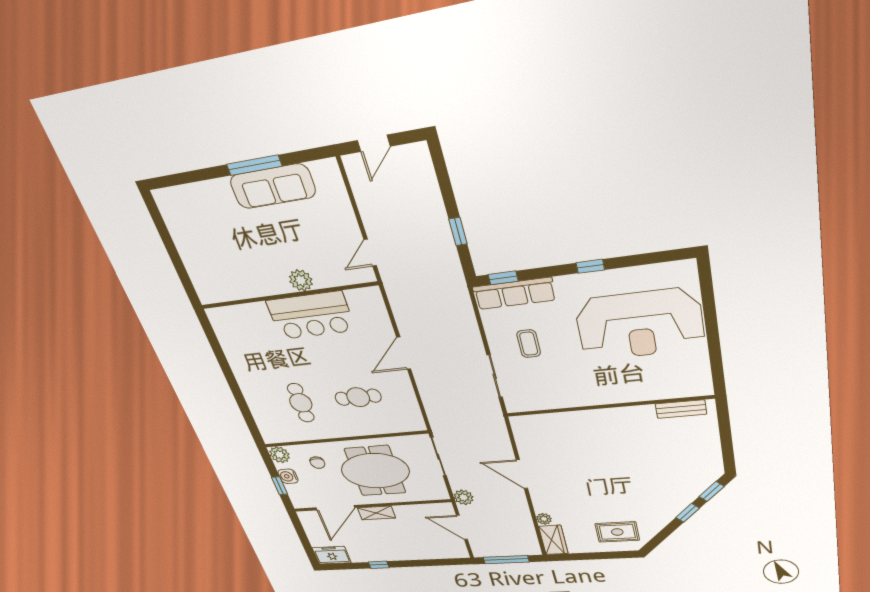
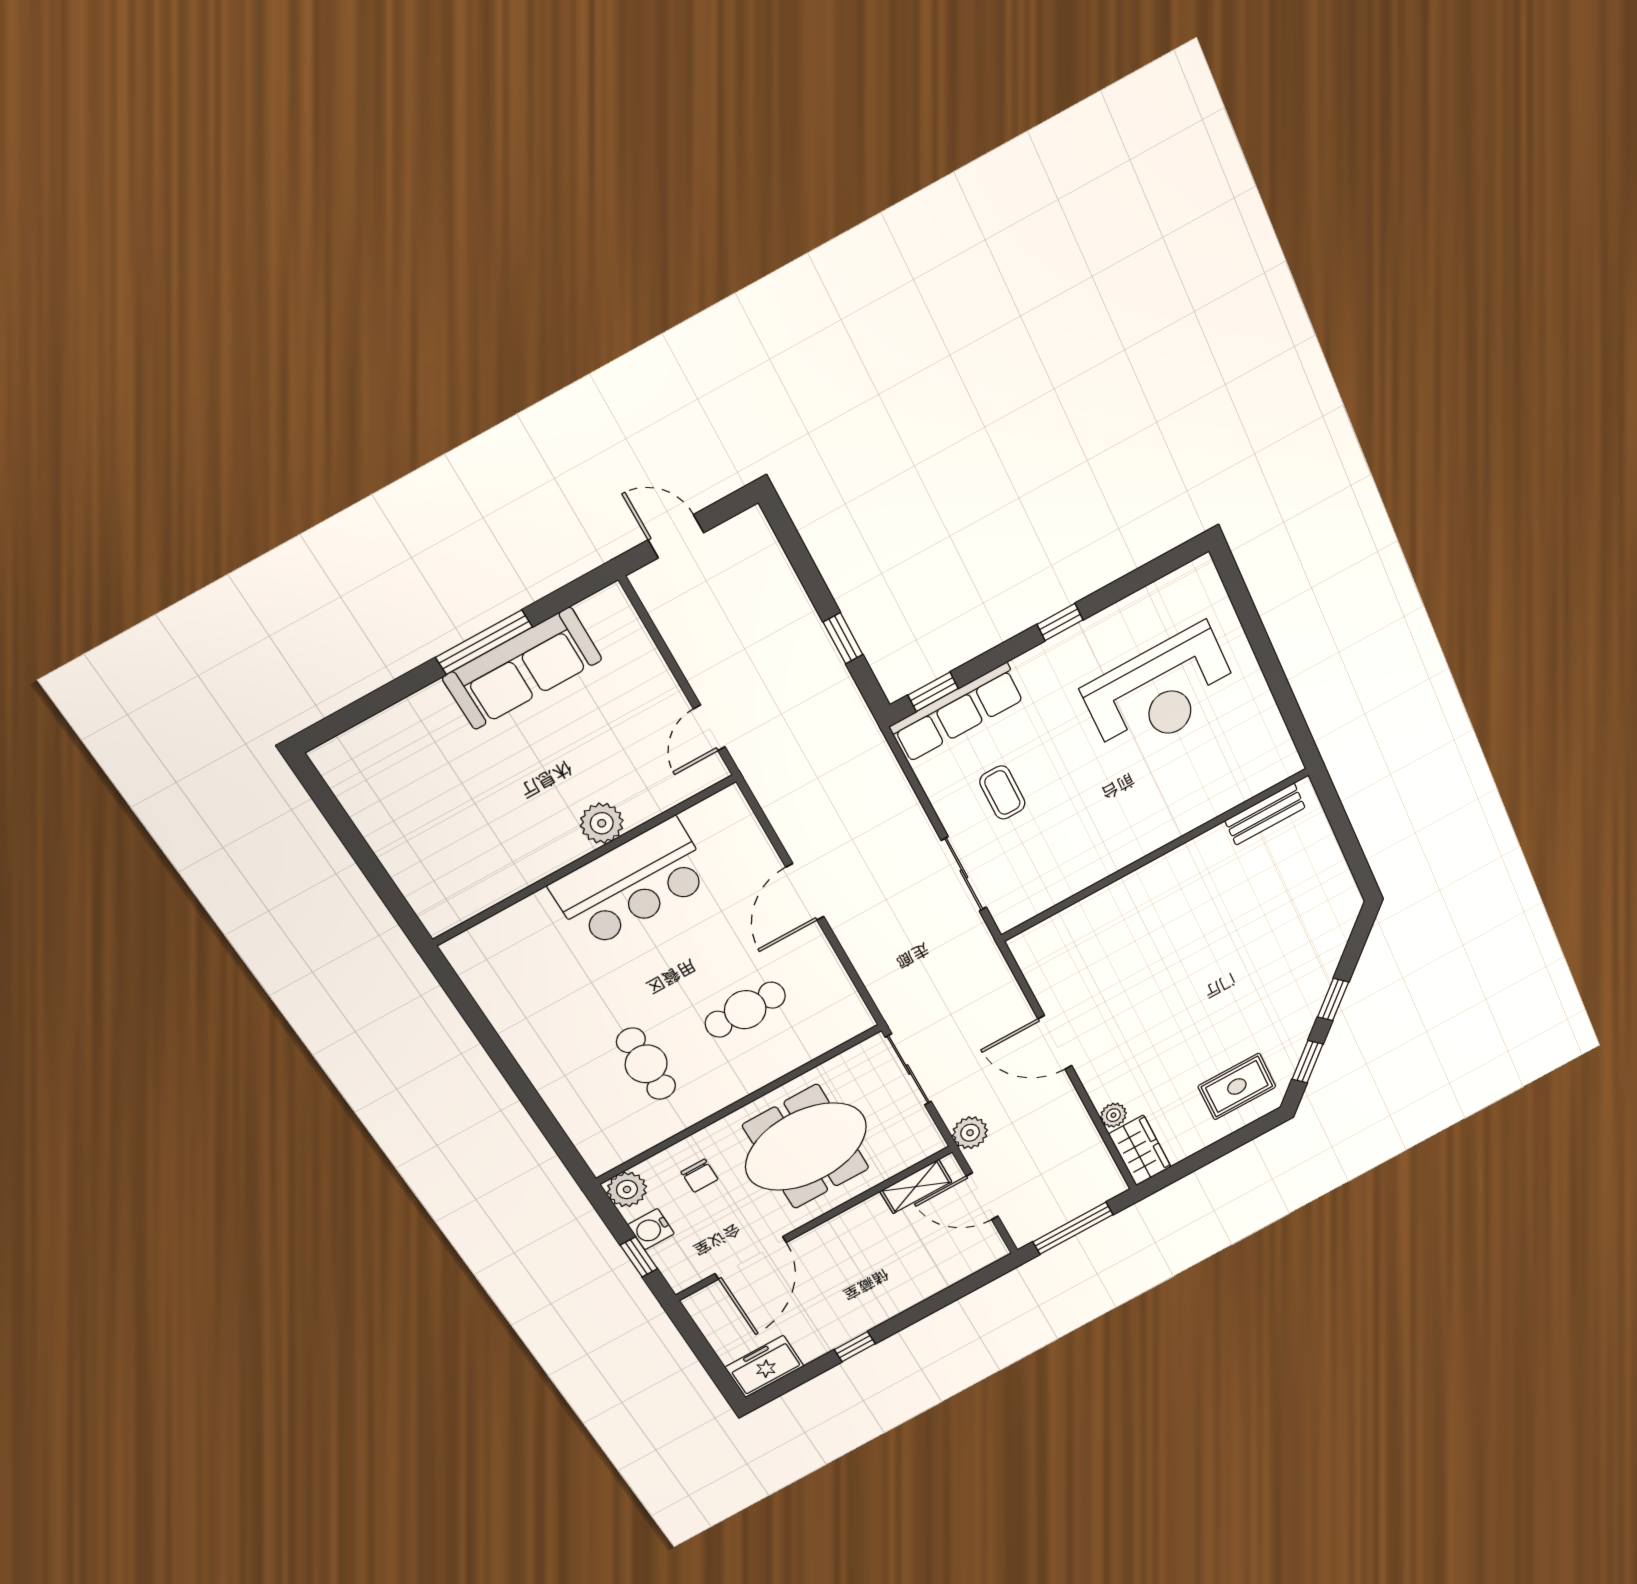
door: (374, 143) -> (676, 536), swing flipped
reception desk: (639, 324) -> (1161, 692), width x0.74, depth x0.77
window: (712, 492) -> (1308, 1062), moved
shelving: (376, 513) -> (916, 1186), moved

